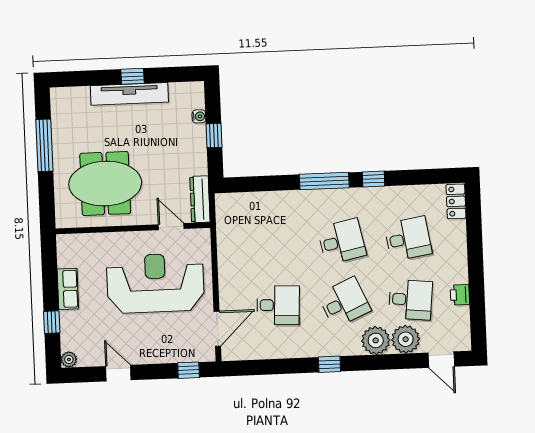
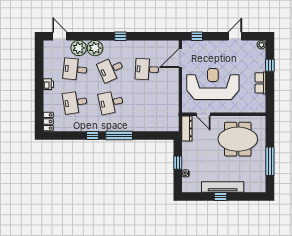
reception desk: (155, 283) -> (213, 84), turned 180
printer: (460, 295) -> (48, 84), moved
door: (118, 373) -> (235, 36), swing flipped

